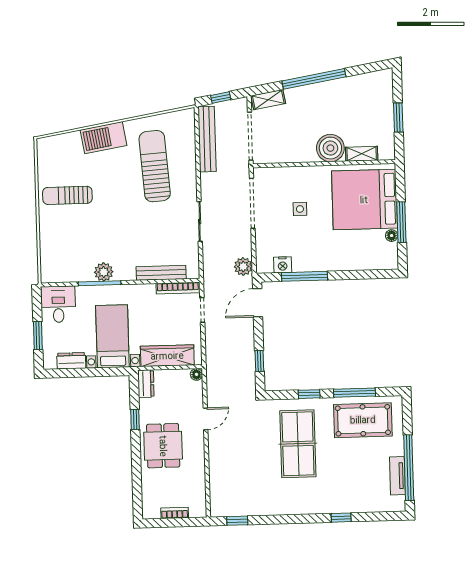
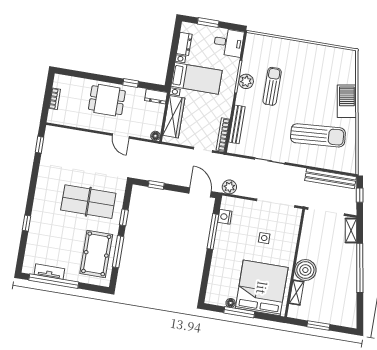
sun lounger: (67, 195) -> (272, 86), moved

